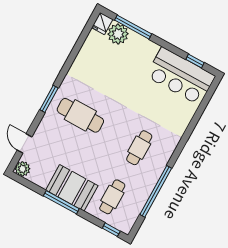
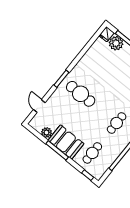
plant: (23, 169) -> (46, 132), moved

